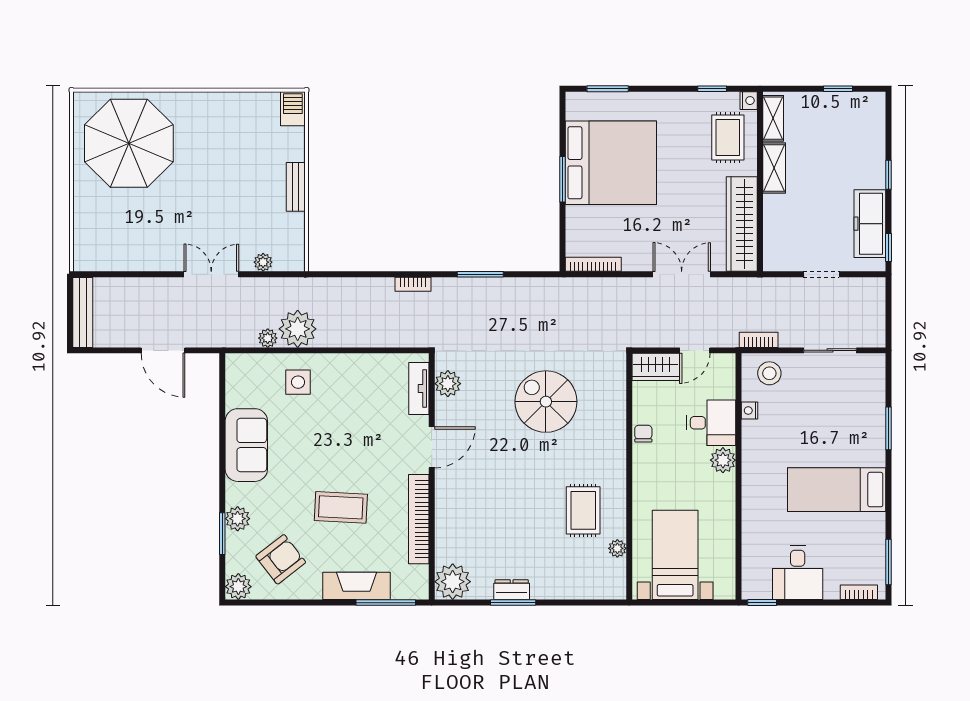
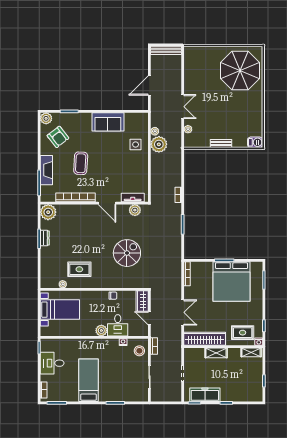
shelving: (774, 168) -> (216, 353), moved
plant: (238, 519) -> (76, 118), removed

